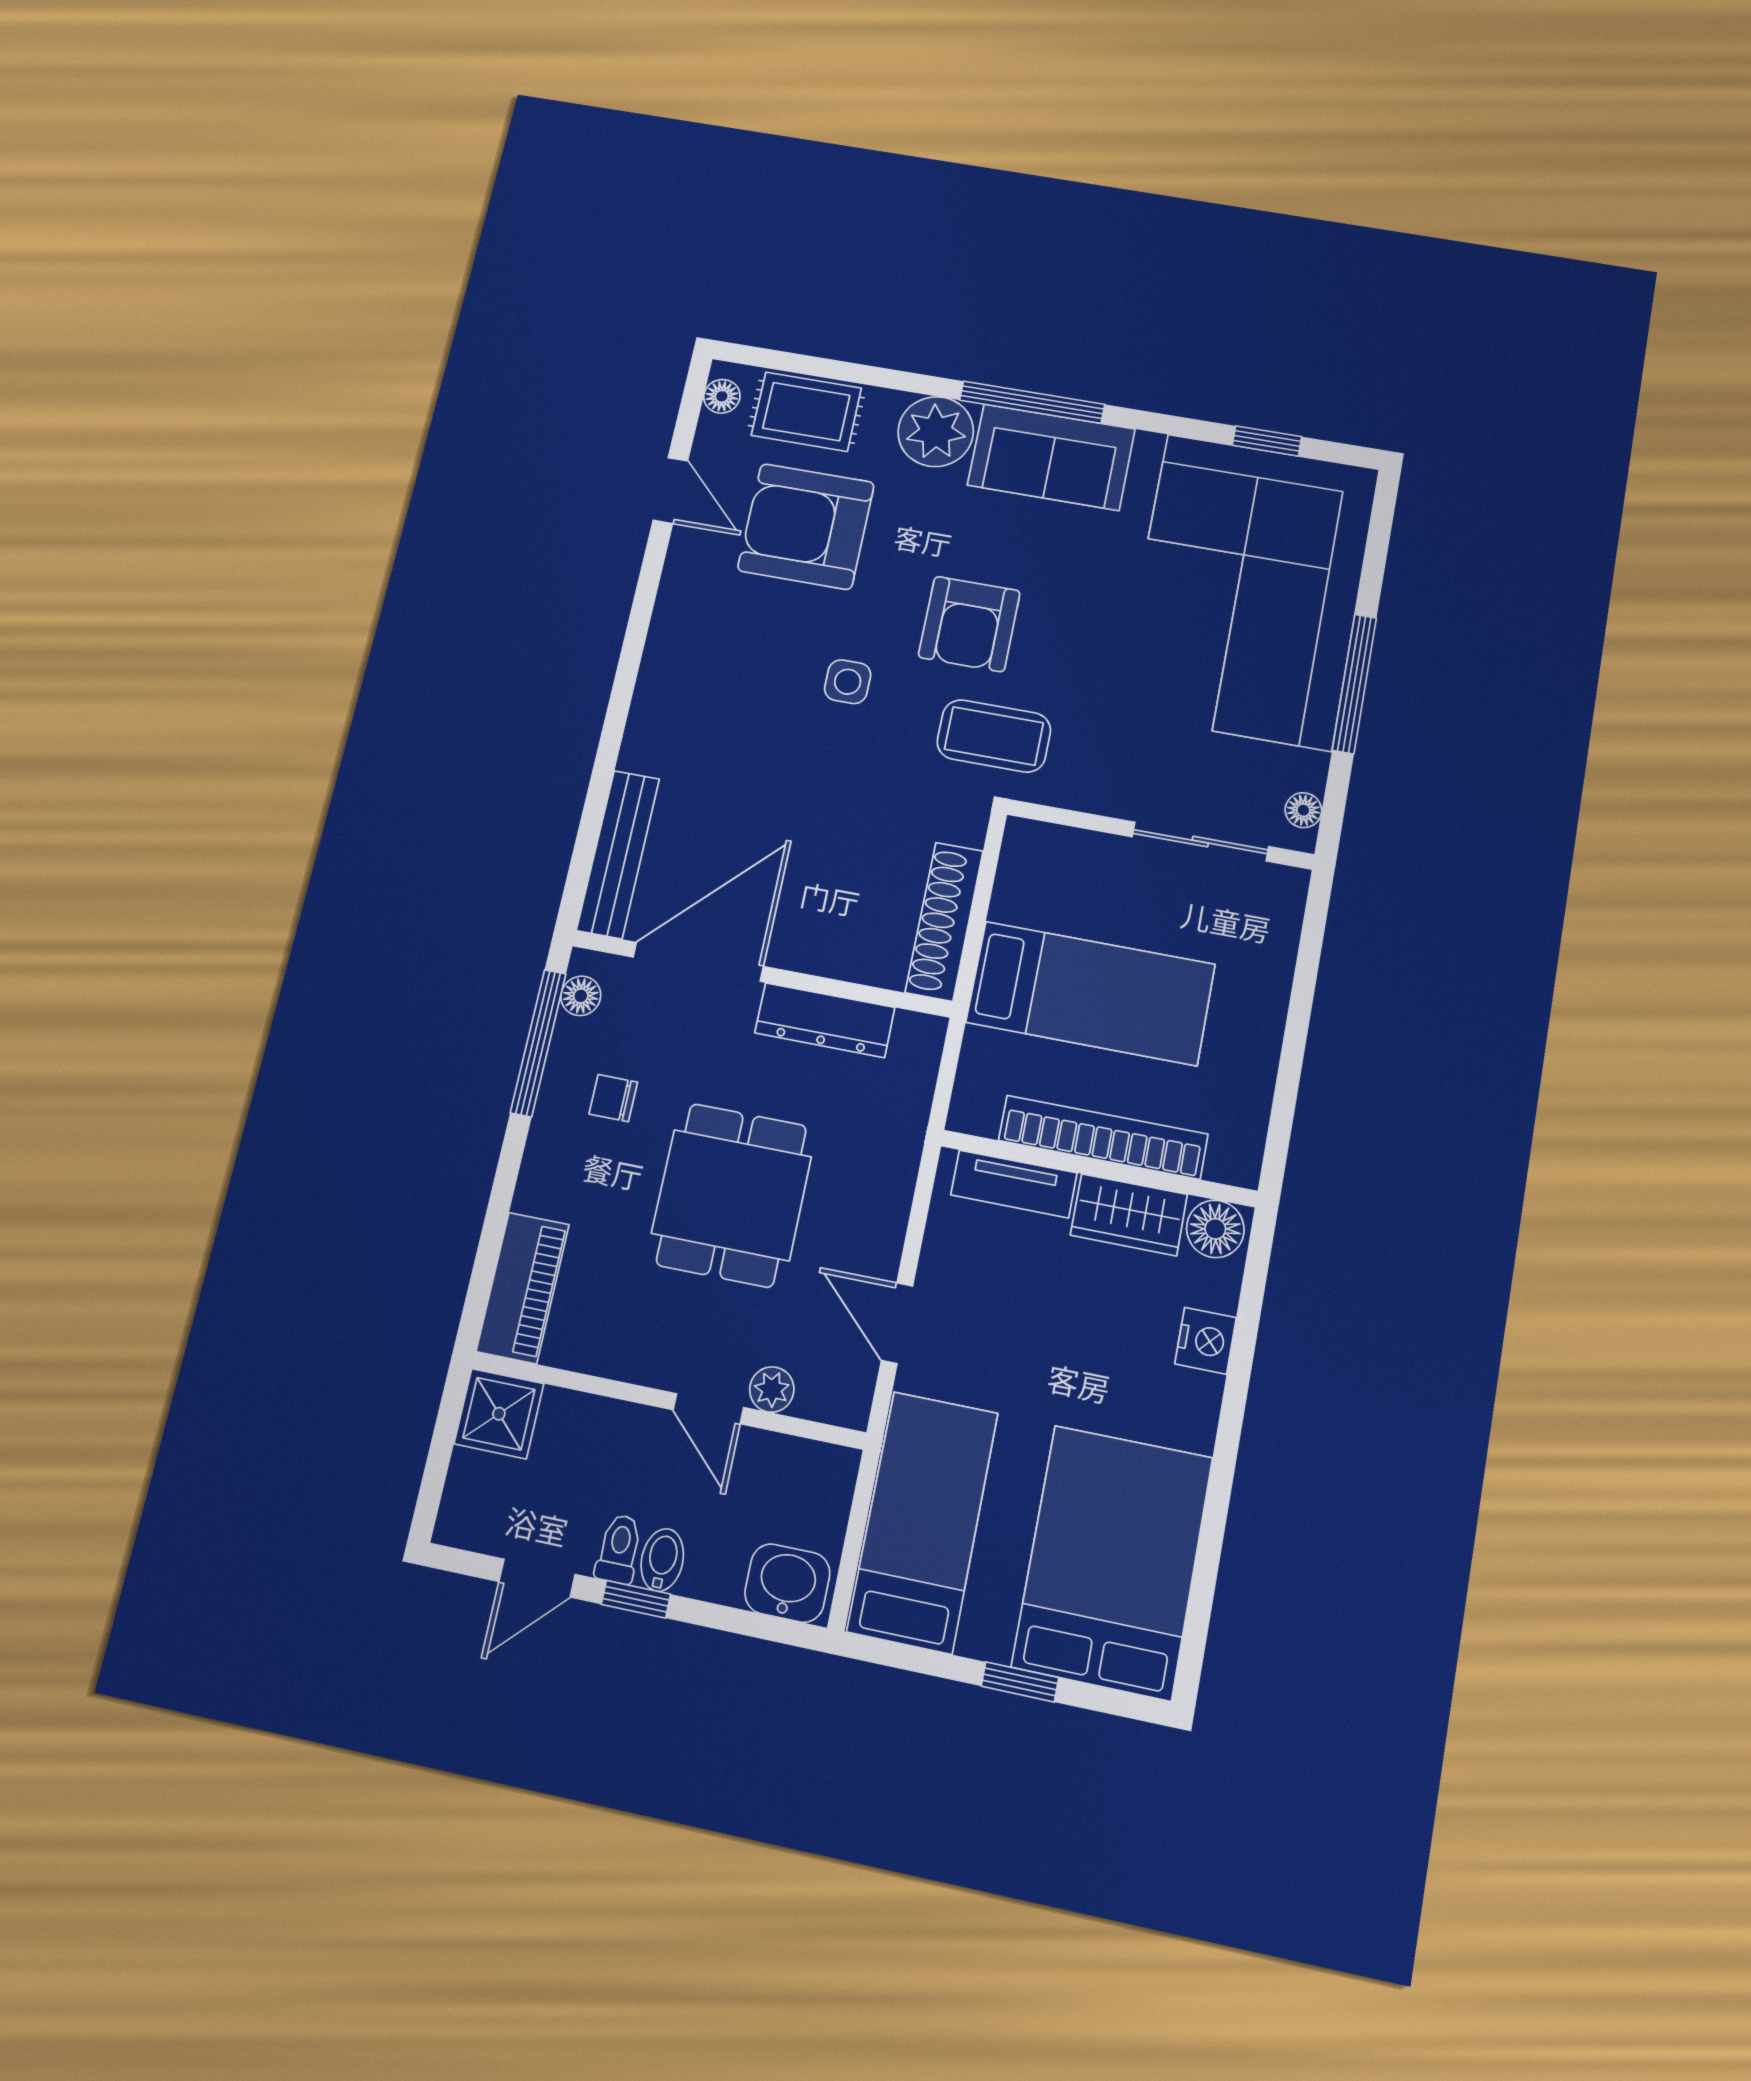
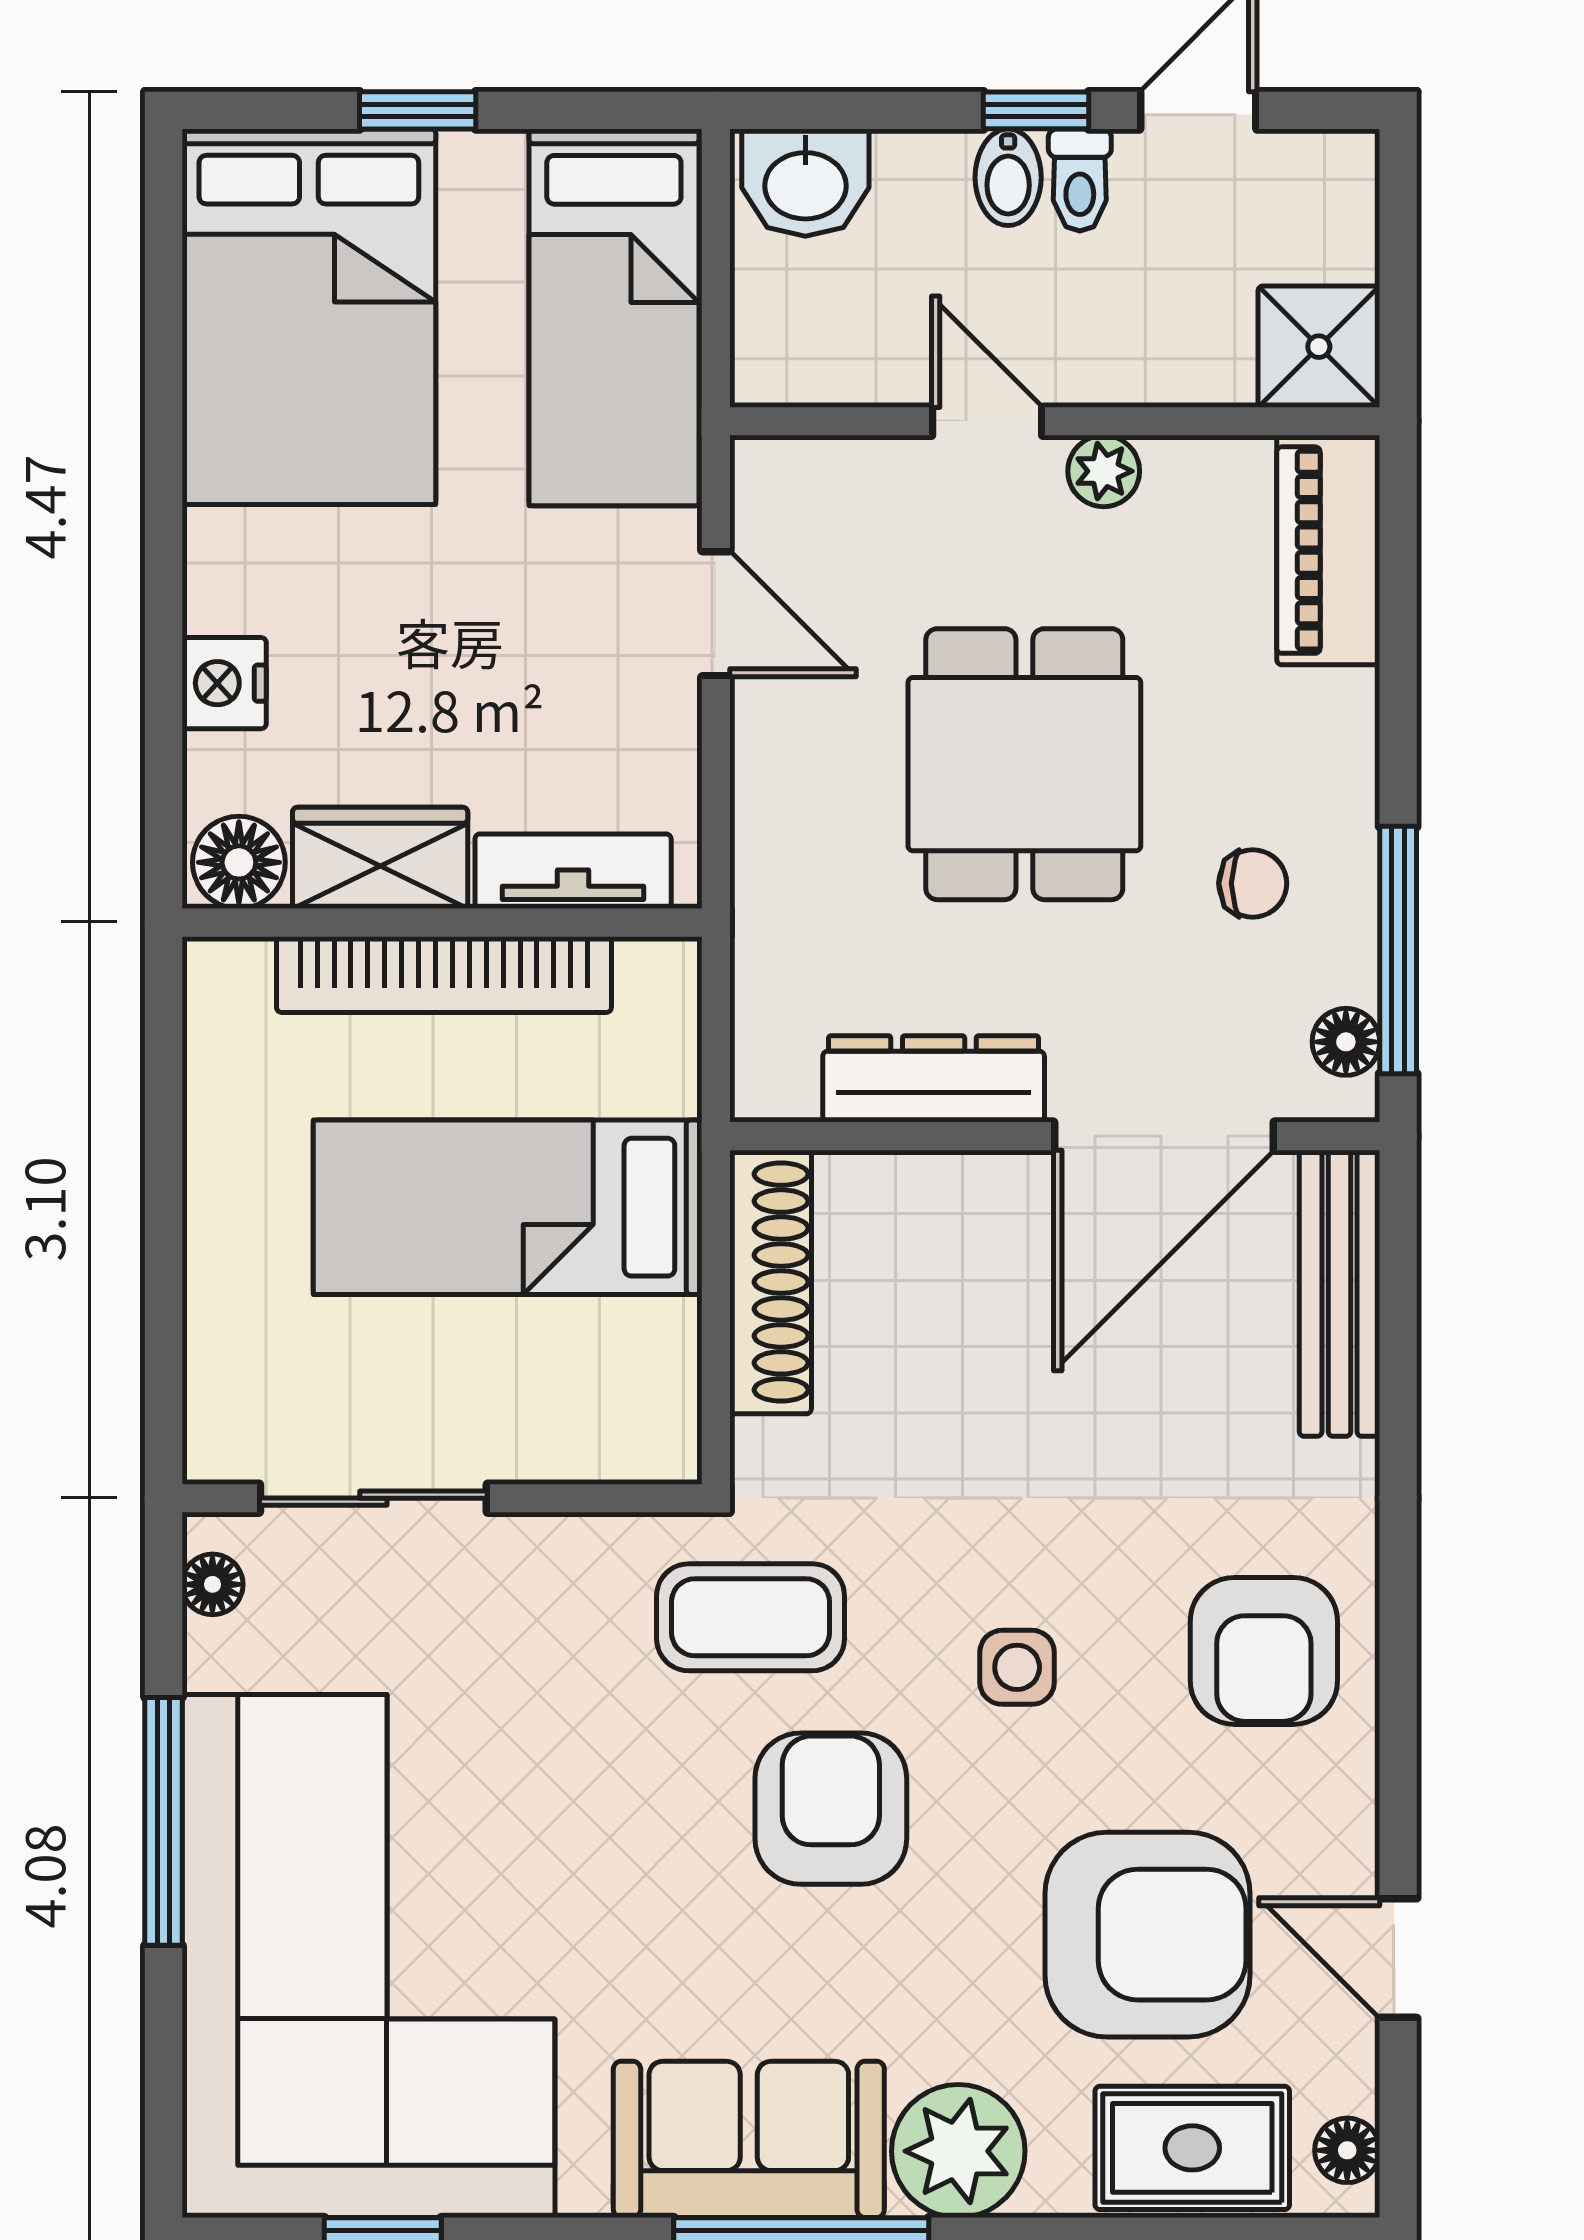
armchair: (707, 666) -> (1264, 1651), added
plant: (772, 1389) -> (1104, 471), moved

